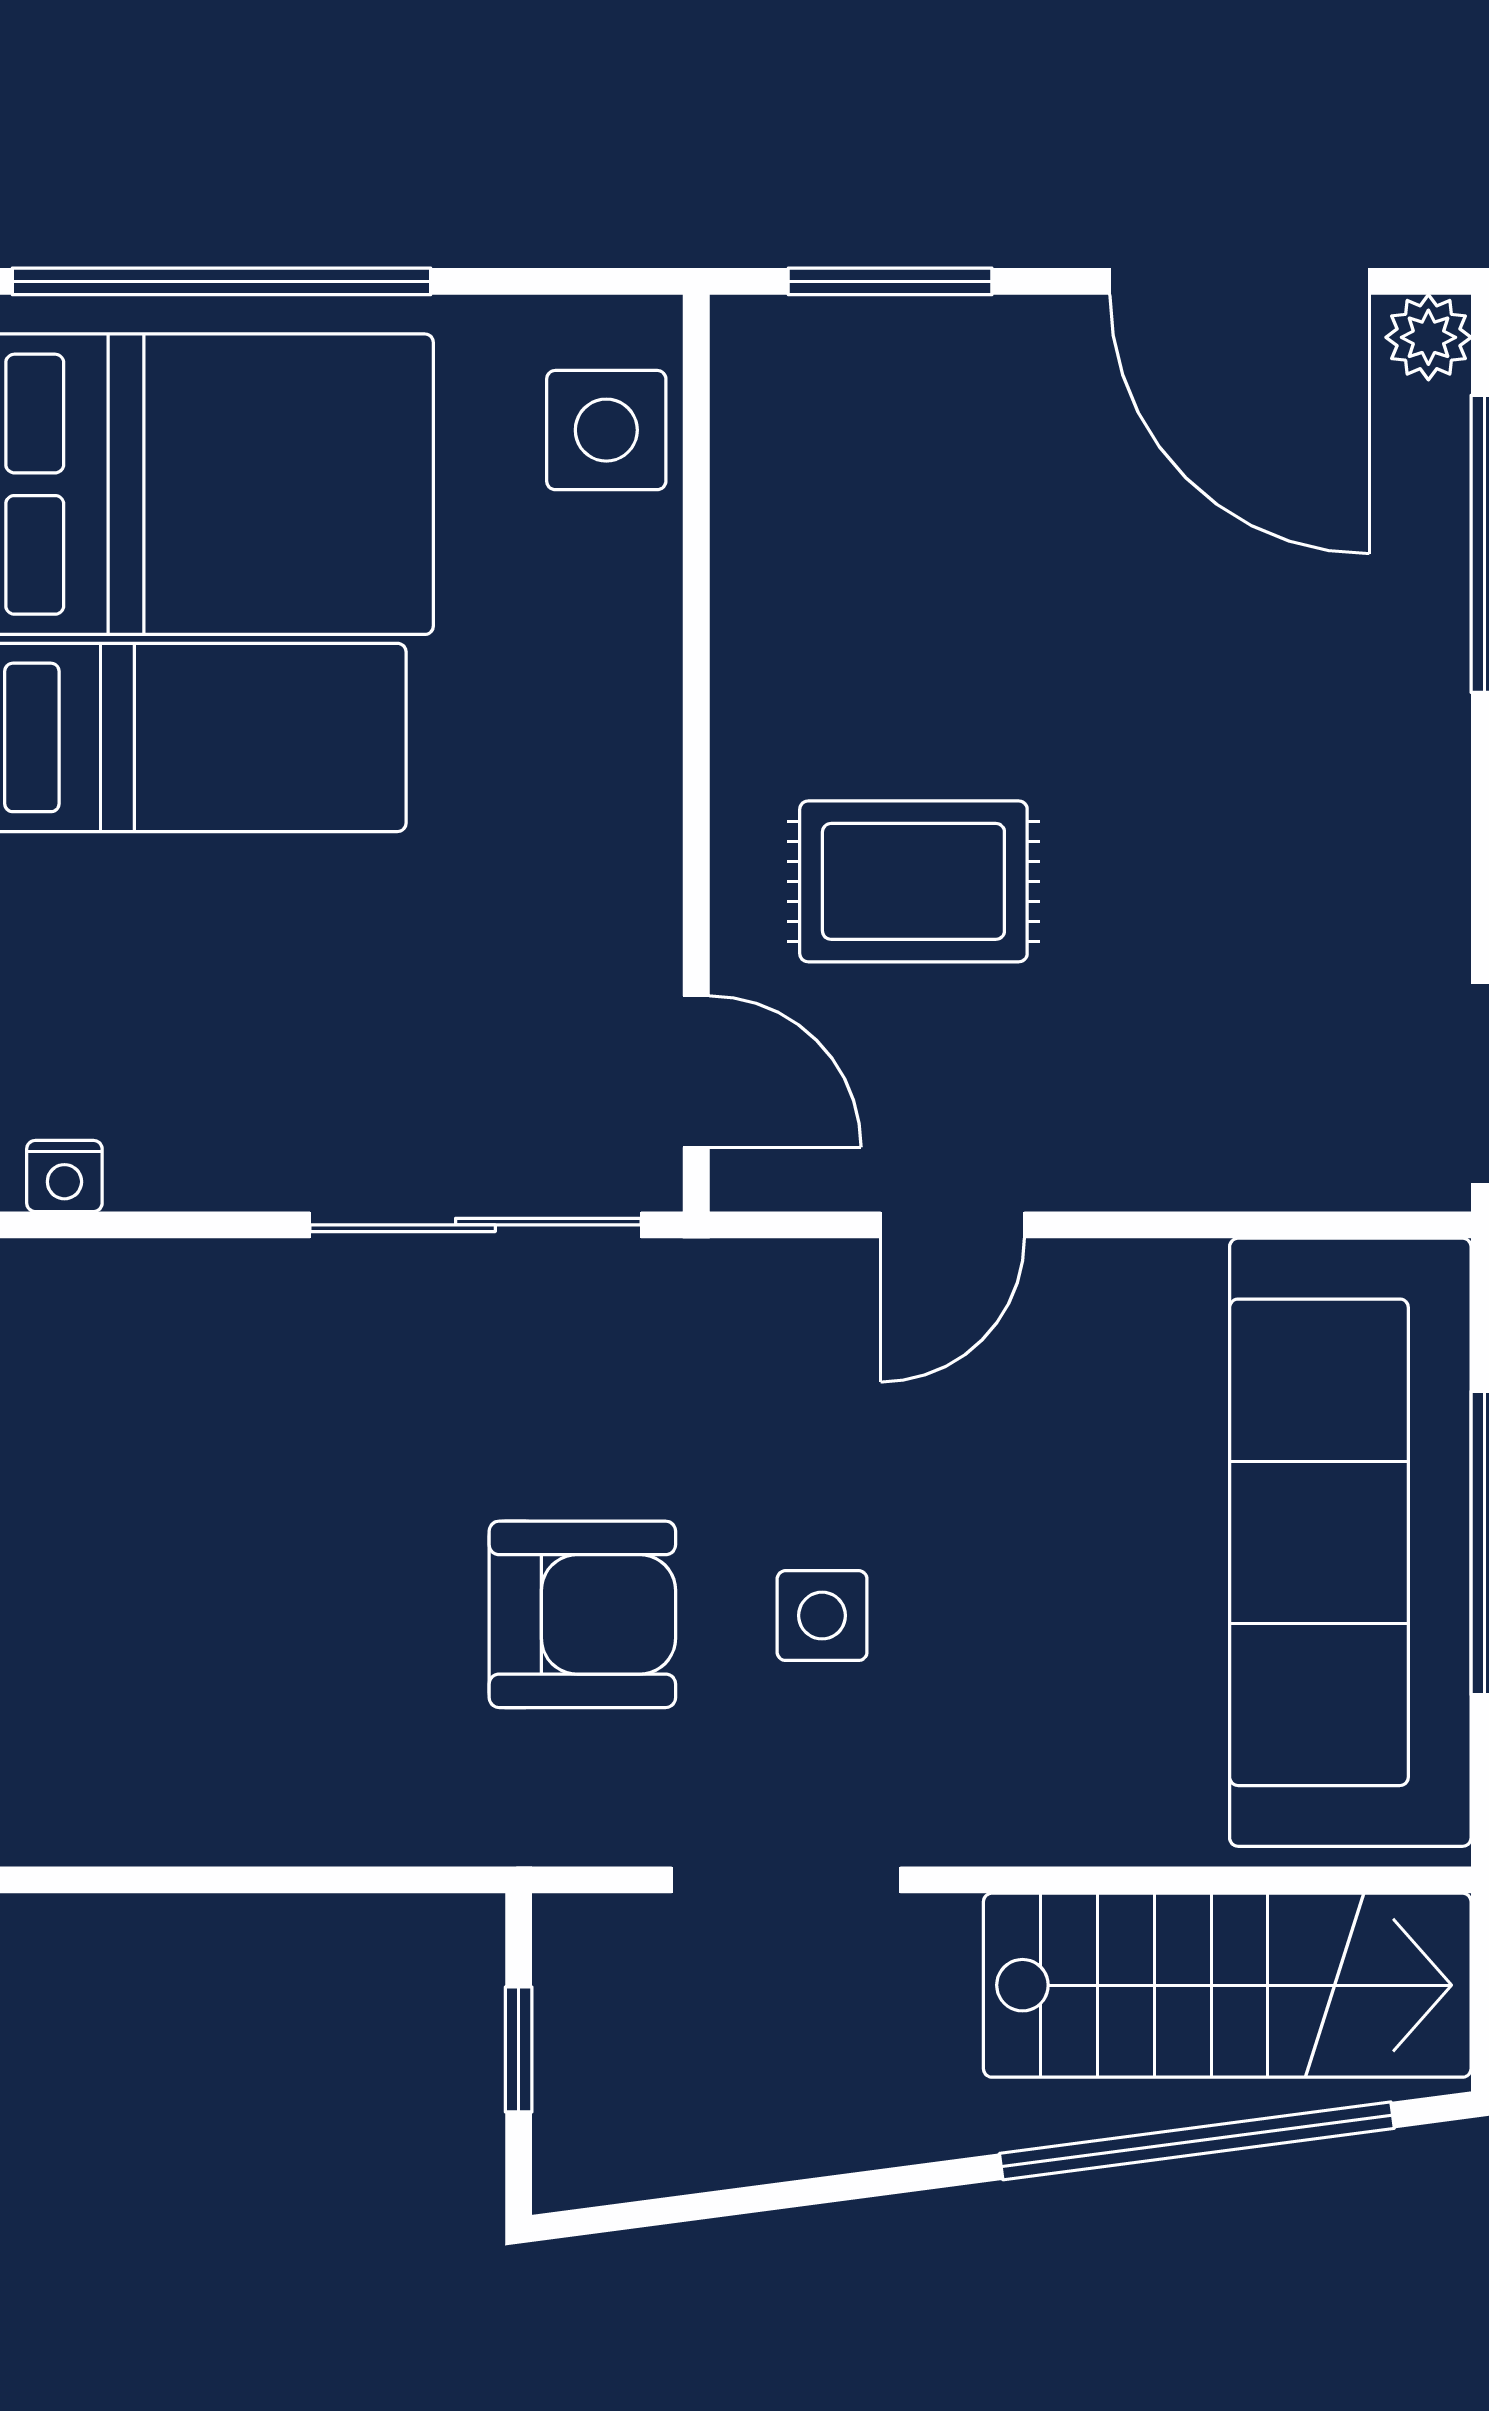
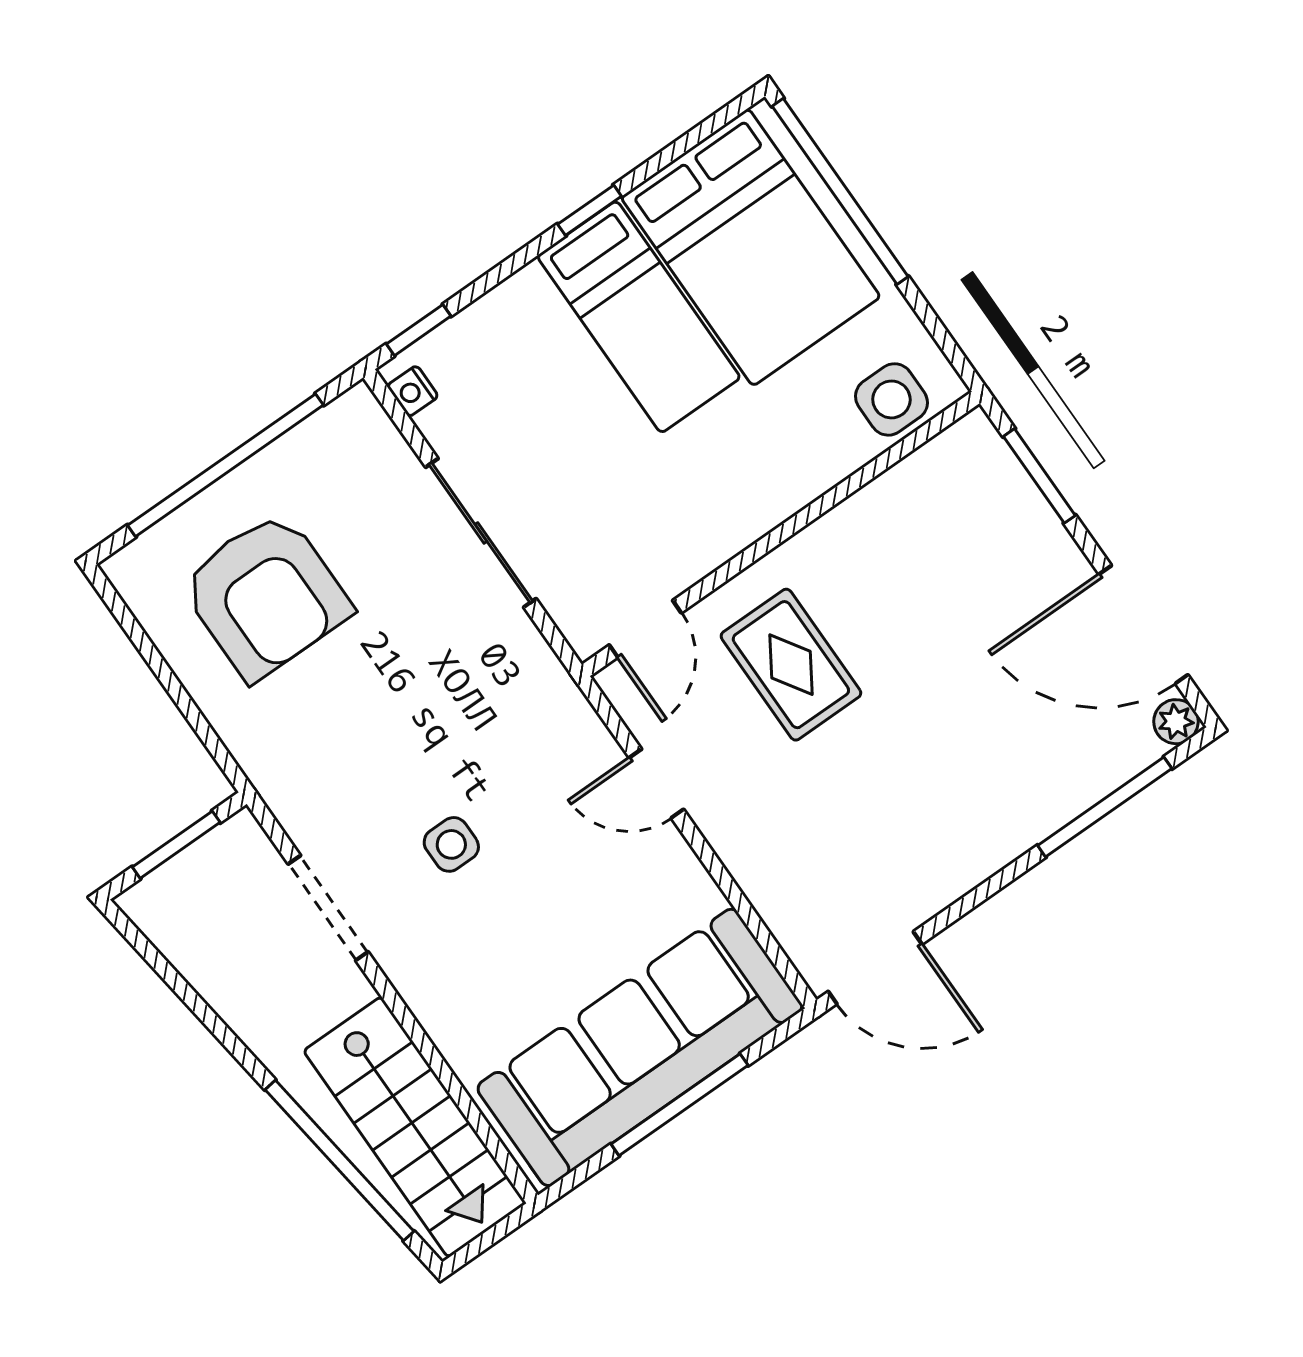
door: (1240, 281) -> (1143, 625), hinge flipped
sliding door: (475, 1225) -> (481, 533), moved
armchair: (582, 1614) -> (266, 596), moved, width x1.36, depth x1.36
window: (519, 2049) -> (176, 845), width x1.50

